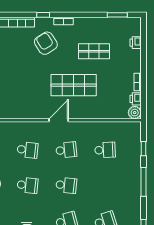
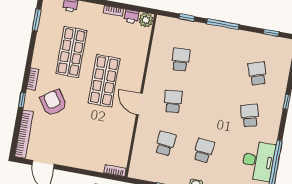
armchair: (46, 43) -> (53, 103), turned 89
shop shelf: (94, 51) -> (71, 52), width x1.43, depth x1.36
school desk: (66, 185) -> (211, 109), removed

